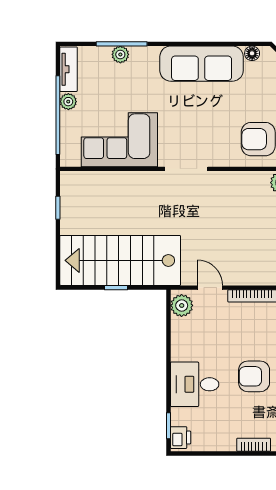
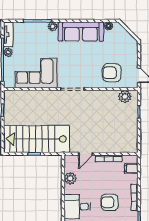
plant: (120, 54) -> (53, 27), moved
door: (210, 288) -> (86, 154), swing flipped
plant: (182, 305) -> (70, 178), moved

